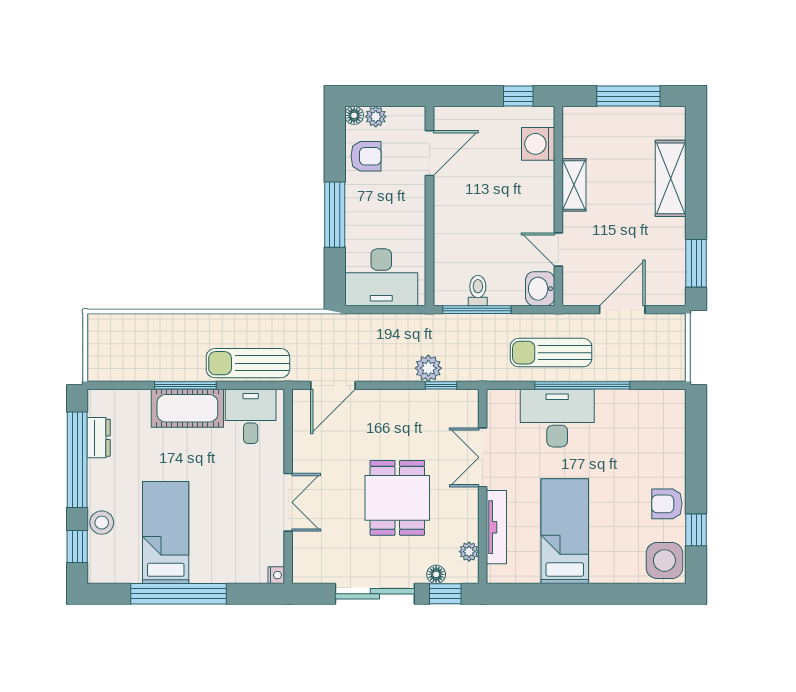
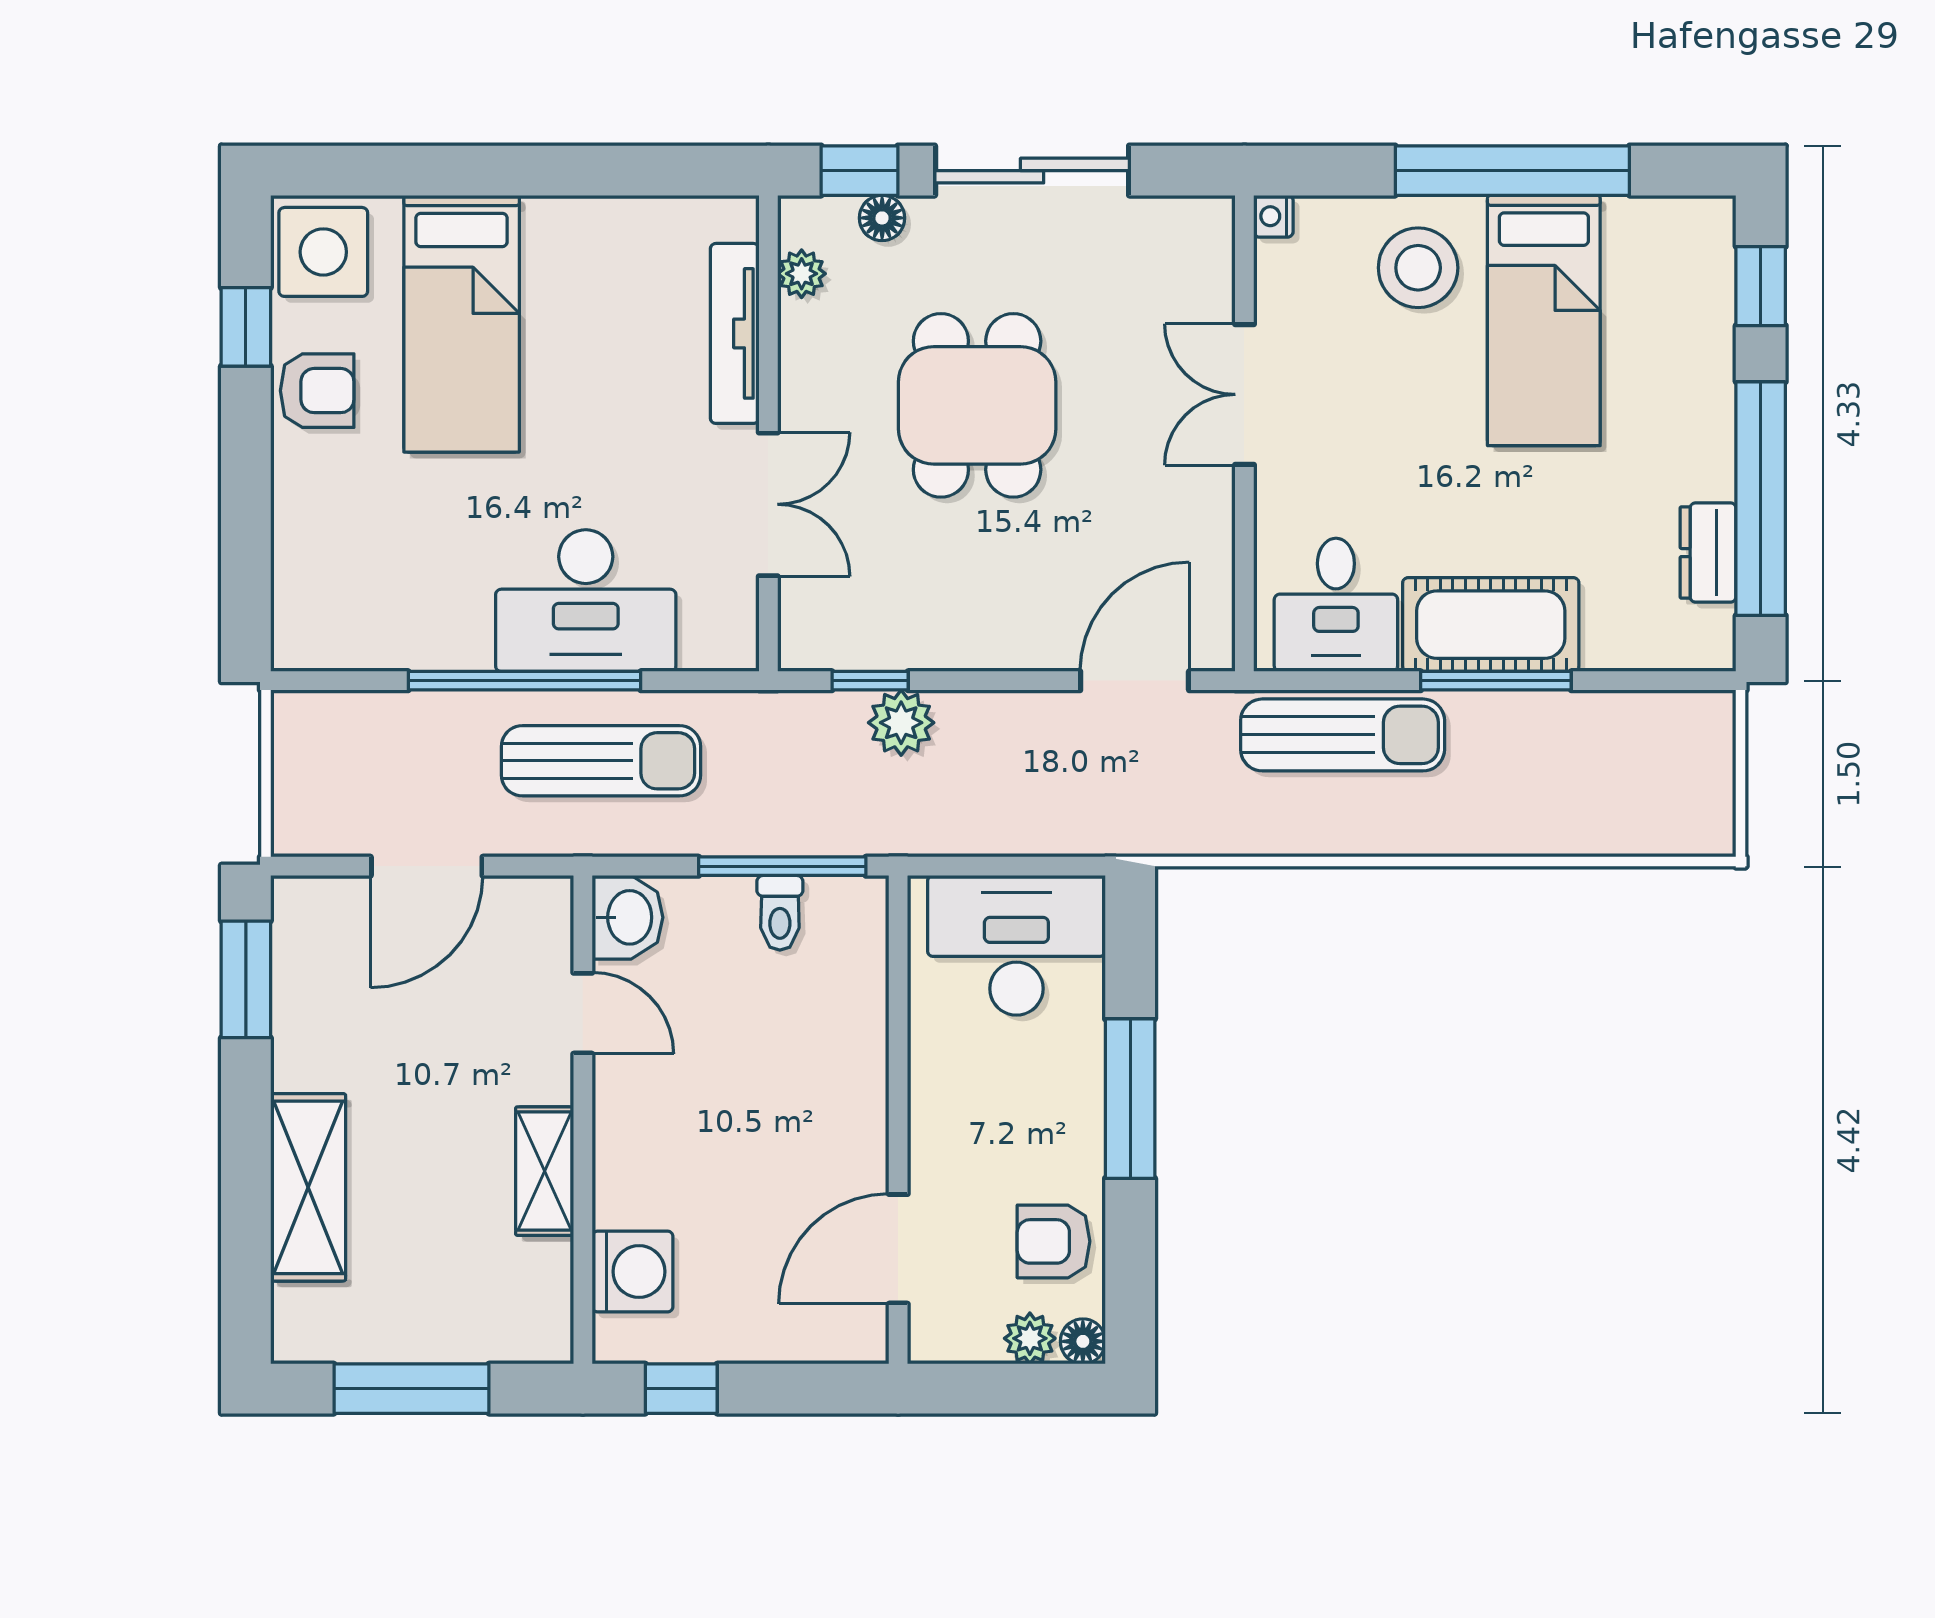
stool: (102, 523) -> (1418, 268), moved, width x1.38, depth x1.38
bed: (565, 531) -> (462, 324), moved

